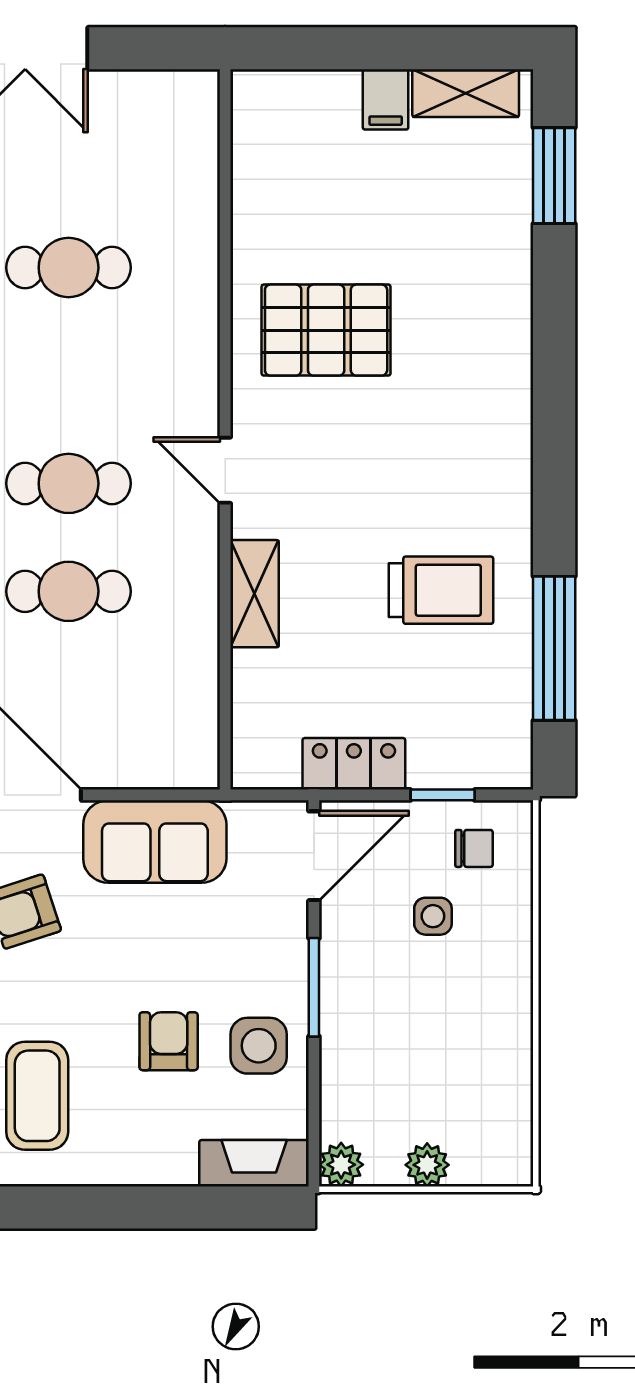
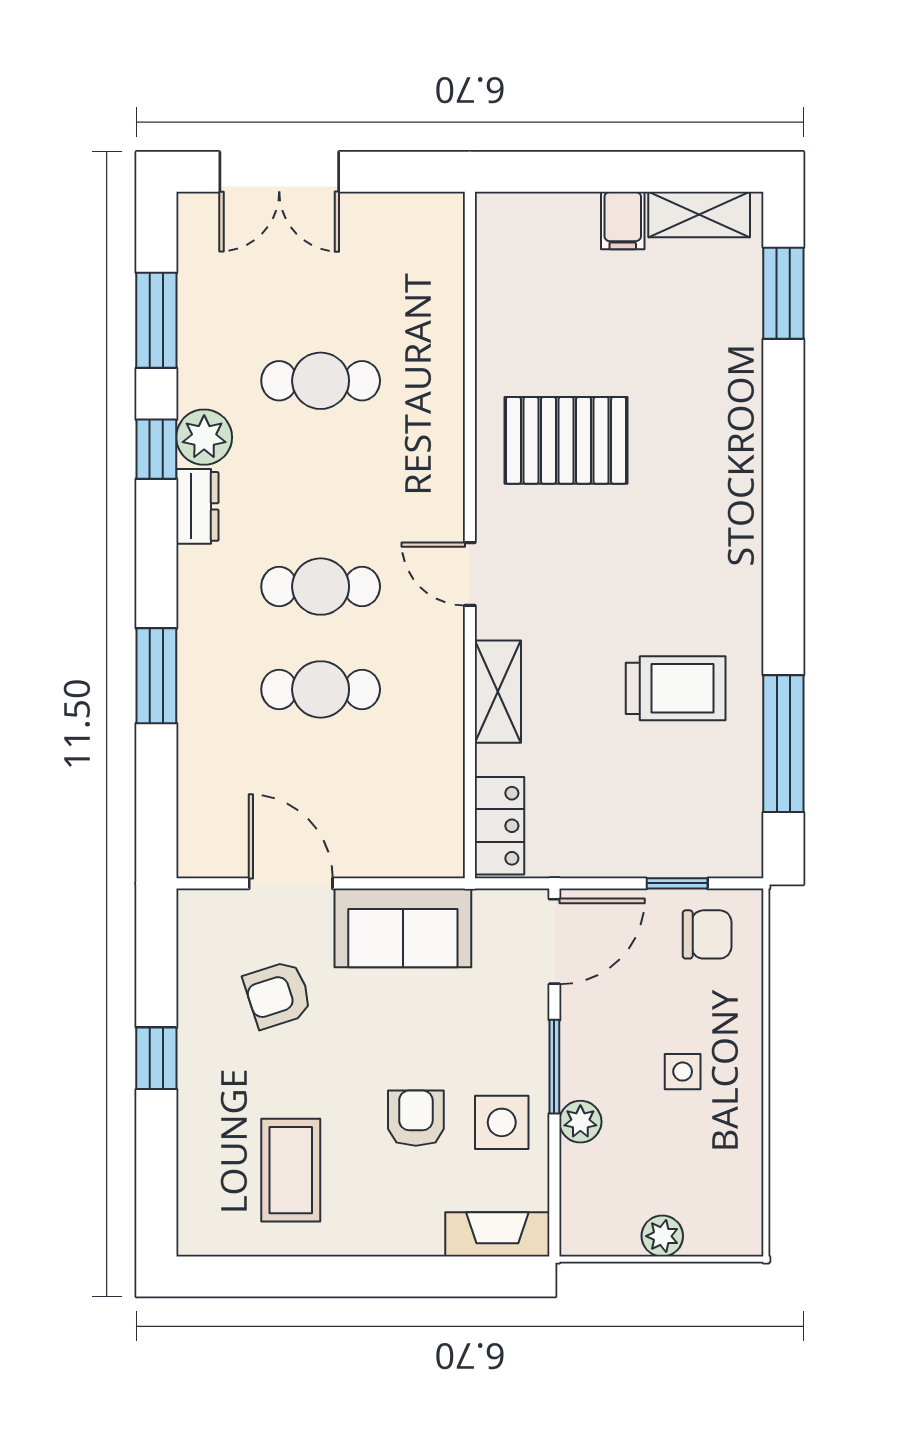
locker: (354, 764) -> (500, 826), moved, turned 90
chair: (474, 848) -> (707, 934), width x1.37, depth x1.37
side table: (433, 916) -> (683, 1072), moved
plant: (341, 1165) -> (580, 1122), moved

